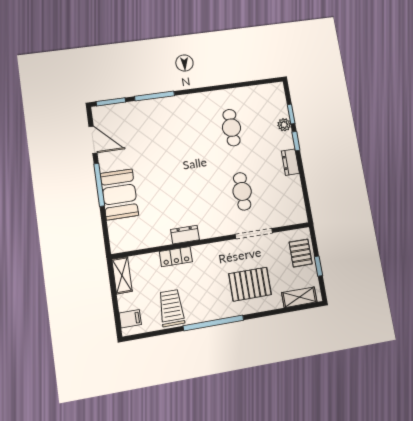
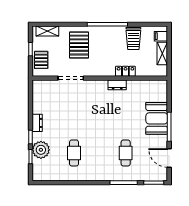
plant: (284, 125) -> (41, 150), width x1.88, depth x1.88
cafe table: (242, 191) -> (126, 153), moved
shelving: (122, 275) -> (162, 53), moved
pallet: (250, 284) -> (79, 45), turned 90

